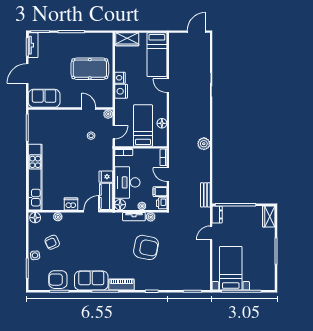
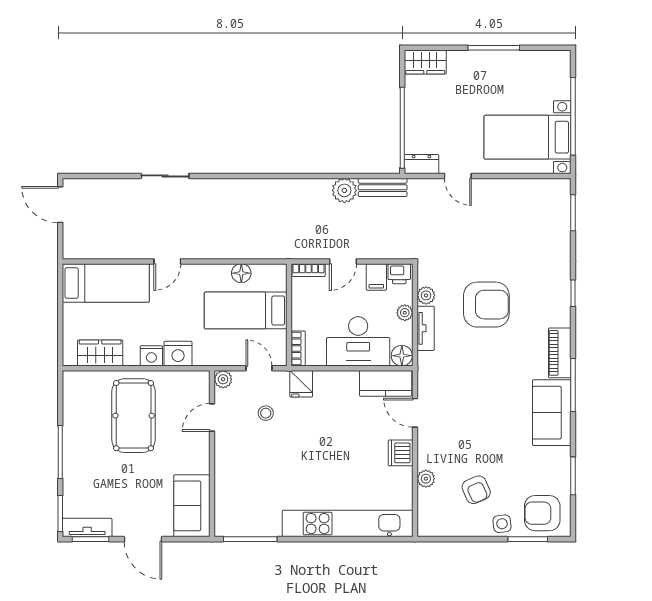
wardrobe: (127, 39) -> (100, 353), moved, turned -90
plant: (204, 144) -> (344, 190), moved
fridge: (106, 177) -> (301, 384), moved
floor lamp: (35, 218) -> (428, 524), removed
armchair: (146, 247) -> (486, 305), turned 79
armchair: (58, 280) -> (542, 513), moved, turned 90

